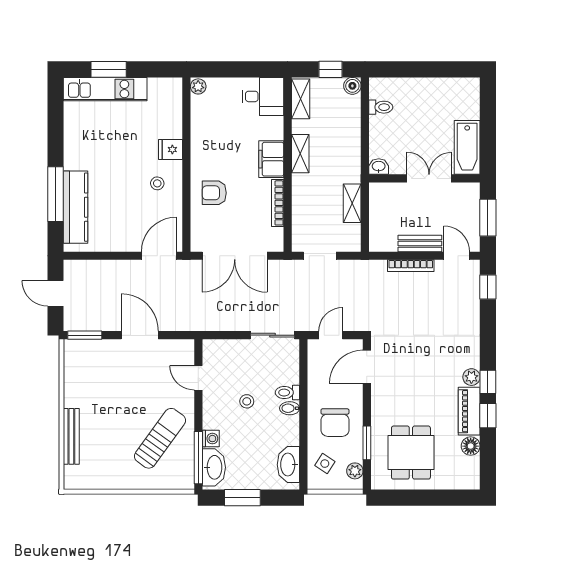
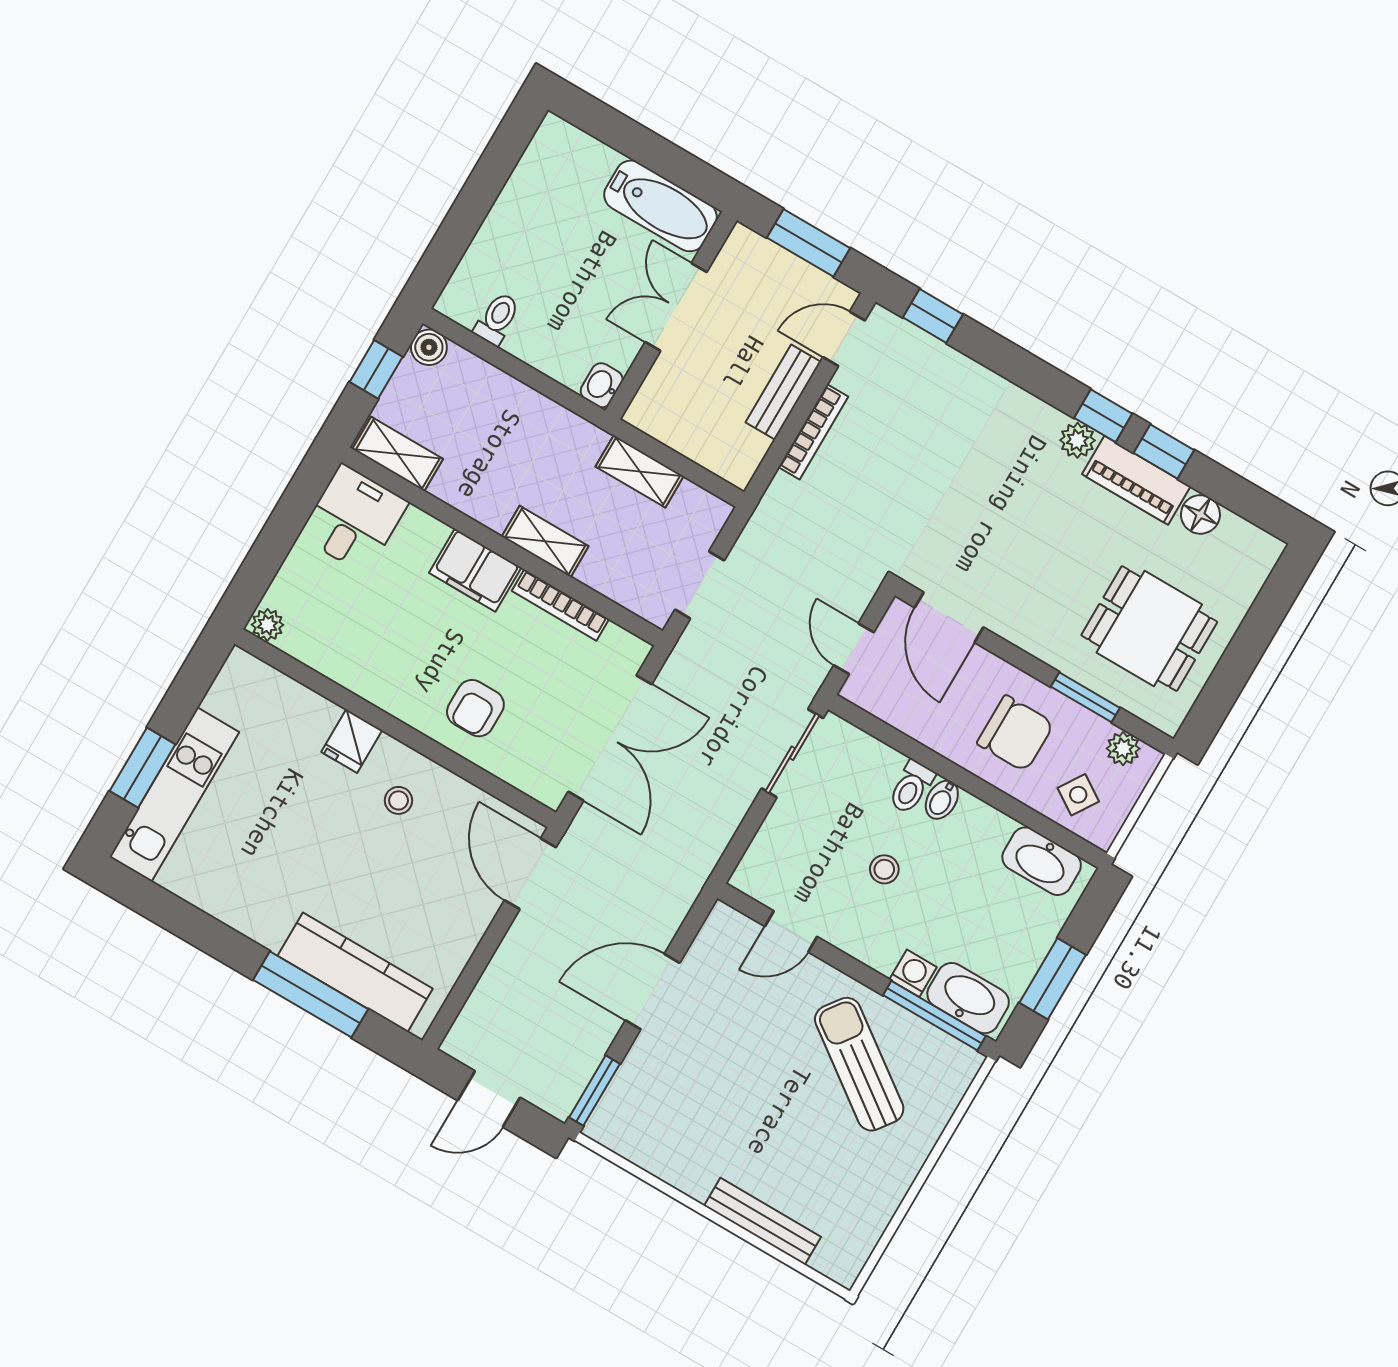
shelving: (300, 154) -> (545, 541), moved

